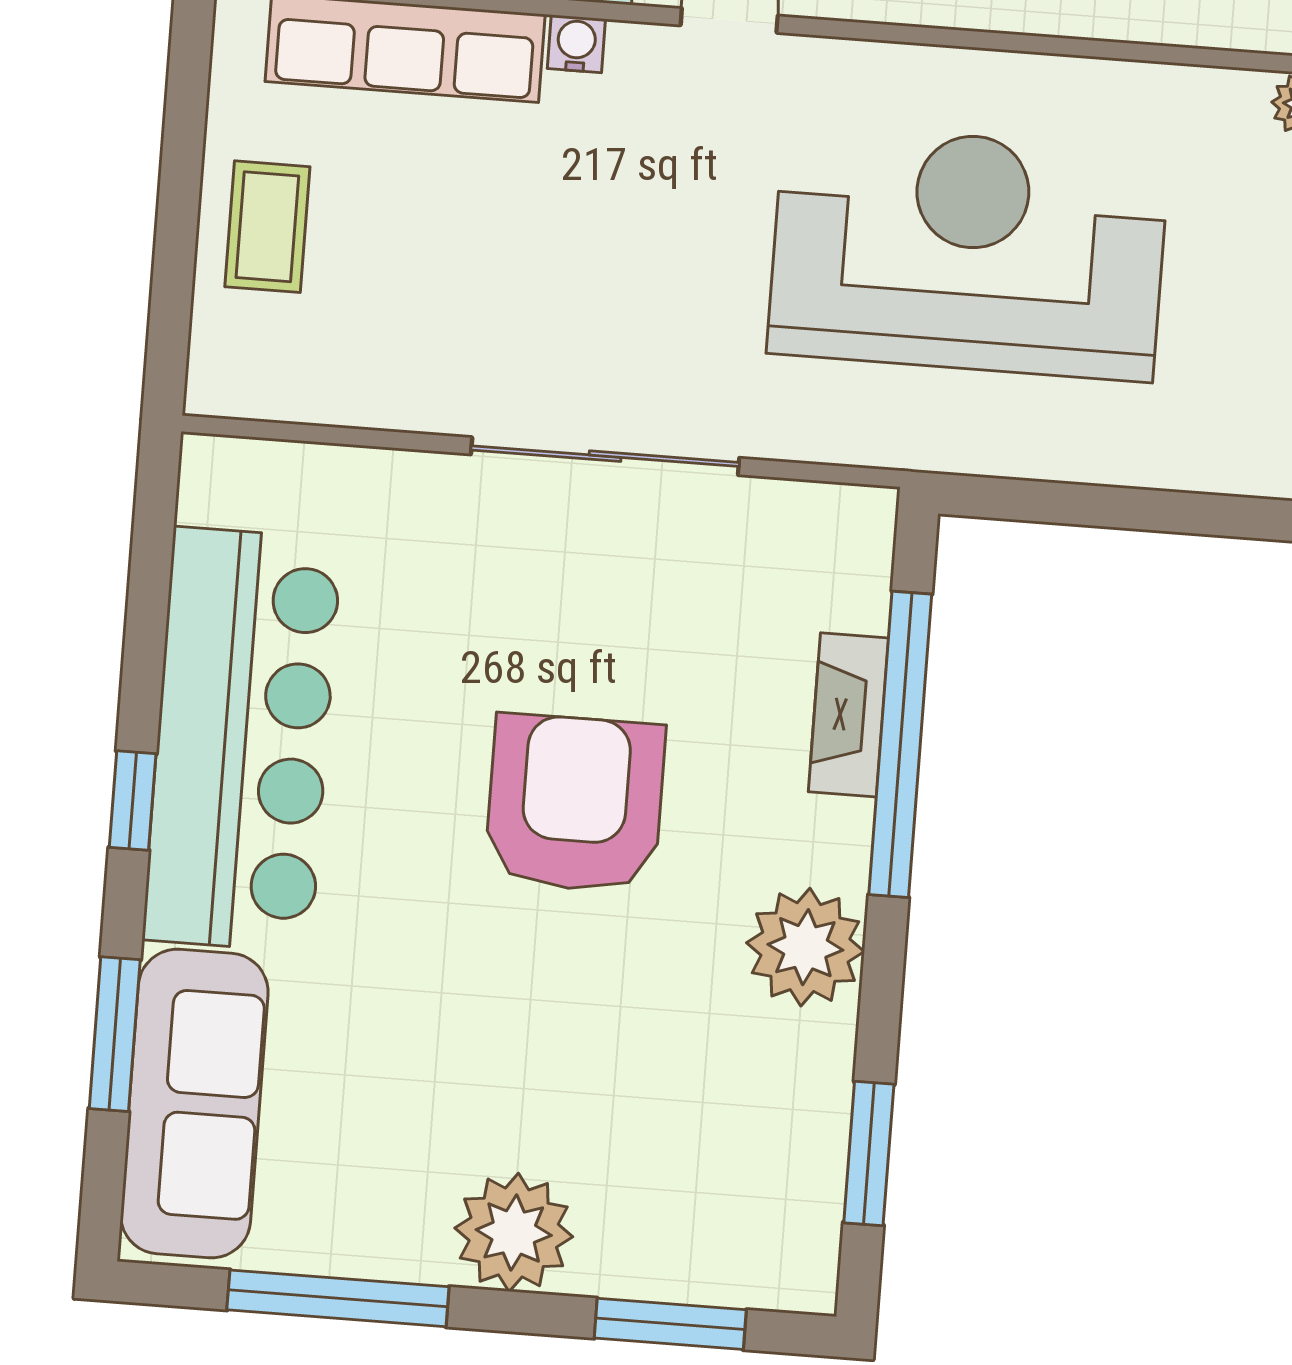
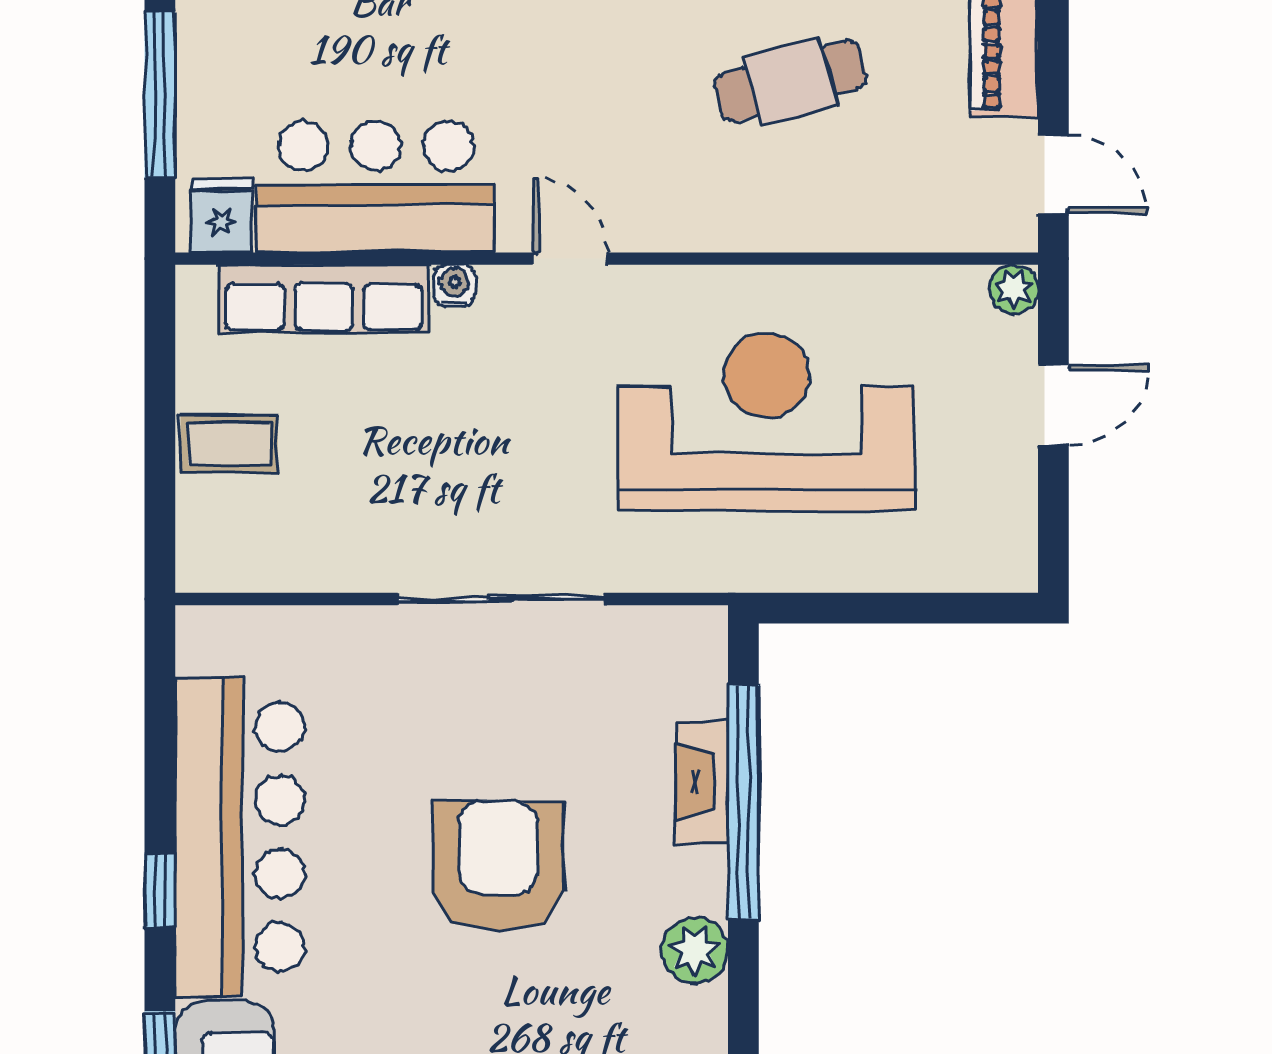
coffee table: (267, 227) -> (229, 443), turned 90
plant: (805, 947) -> (695, 950), width x0.73, depth x0.73

